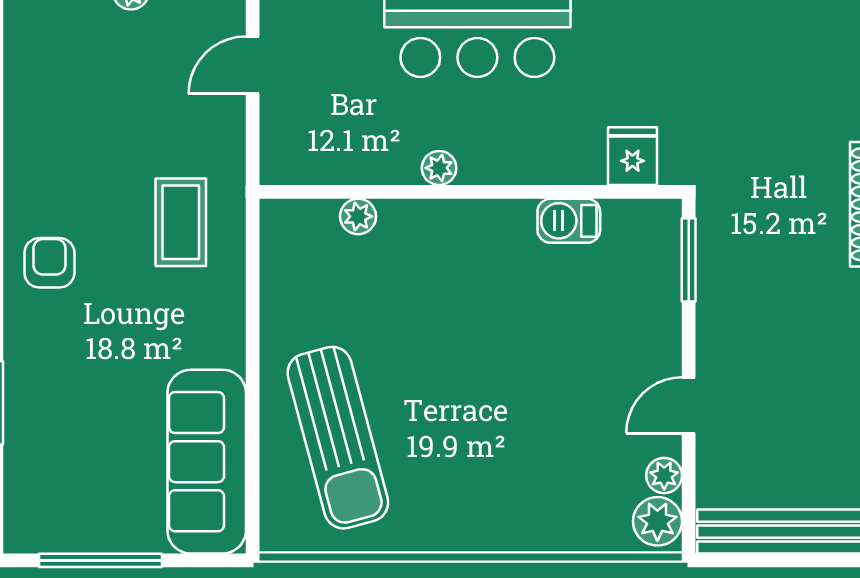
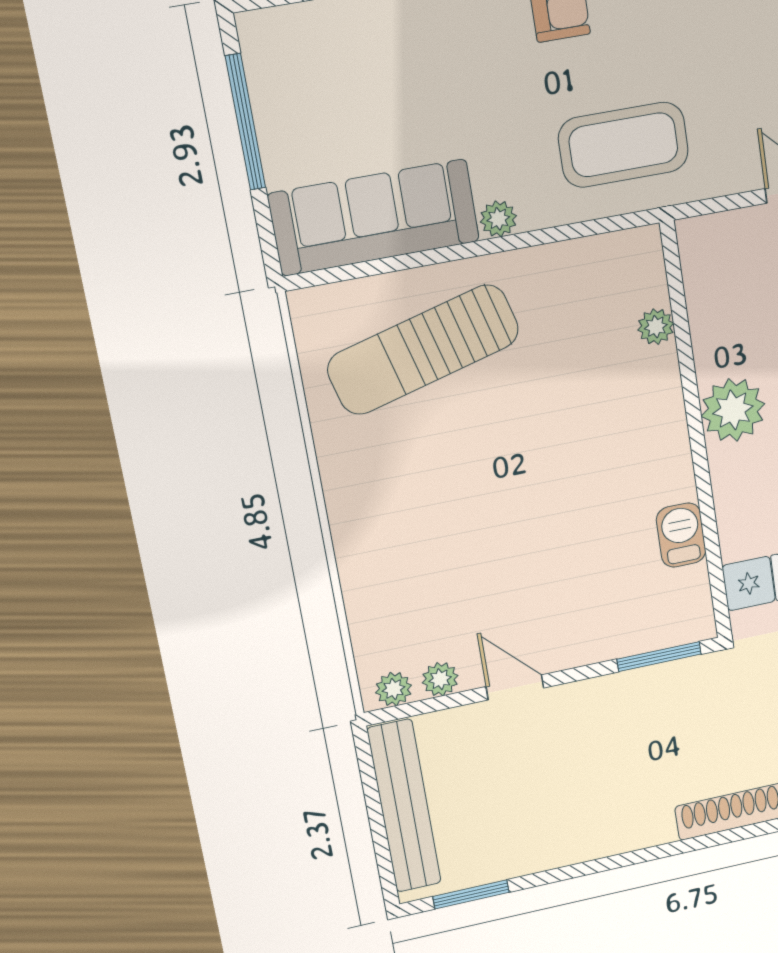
plant: (439, 168) -> (733, 410), width x1.88, depth x1.88
coffee table: (181, 222) -> (623, 145), width x1.36, depth x1.32
plant: (229, 349) -> (498, 219), added
plant: (657, 521) -> (394, 689), width x0.73, depth x0.73

